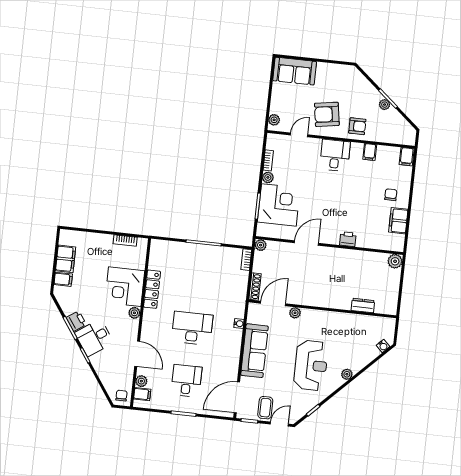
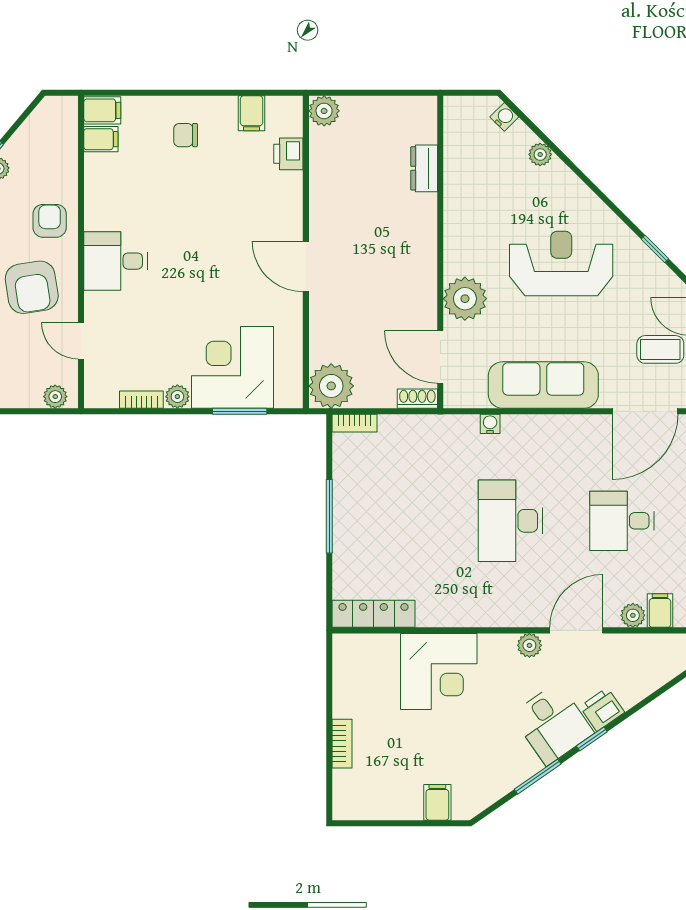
filing cabinet: (370, 152) -> (101, 139), moved
filing cabinet: (398, 221) -> (251, 113), width x0.50
printer: (348, 239) -> (288, 154), moved
bookcase: (125, 241) -> (342, 744), moved
door: (306, 243) -> (306, 267), moved
plant: (261, 245) -> (331, 386), width x1.87, depth x1.87
filing cabinet: (66, 259) -> (394, 802), removed
shoe rack: (255, 287) -> (417, 399), width x0.70
locker: (152, 289) -> (373, 614), moved
plant: (134, 313) -> (529, 645), moved
plant: (295, 313) -> (465, 299), width x1.88, depth x1.88
printer: (76, 321) -> (602, 709), moved
plant: (347, 374) -> (540, 154), moved
chair: (121, 396) -> (668, 654), removed
door: (237, 397) -> (645, 411), hinge flipped

